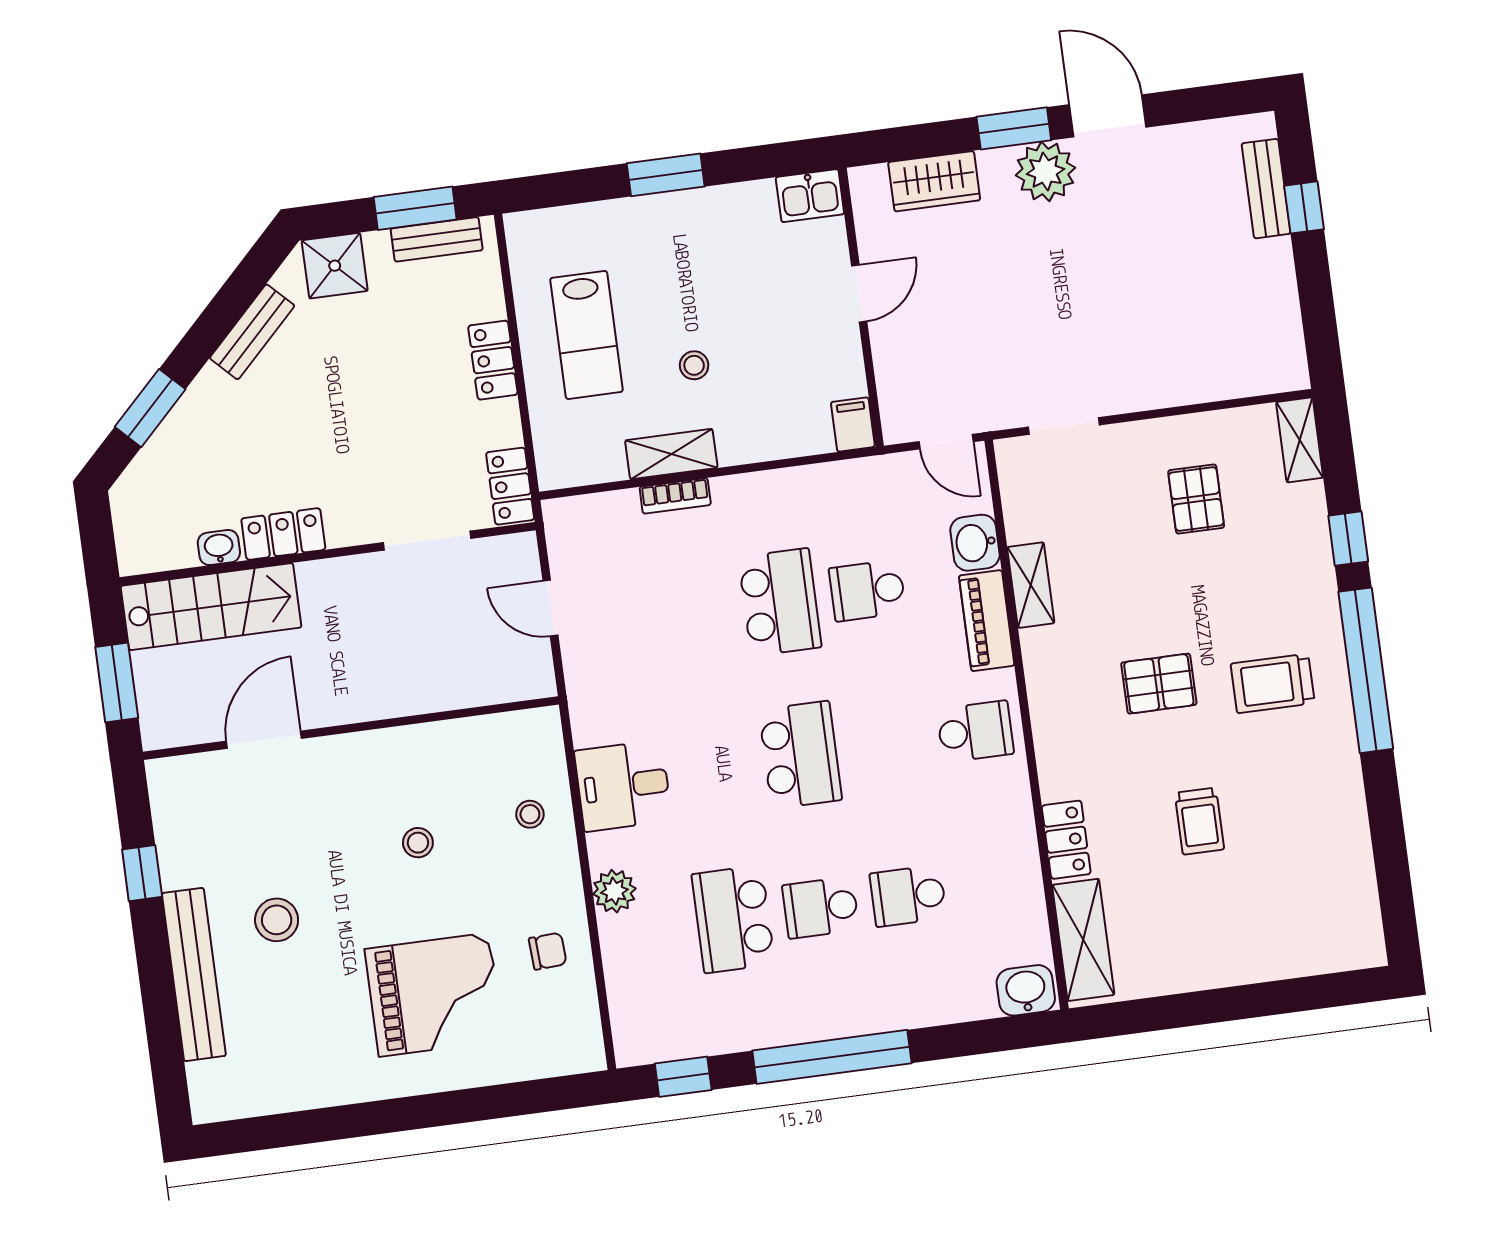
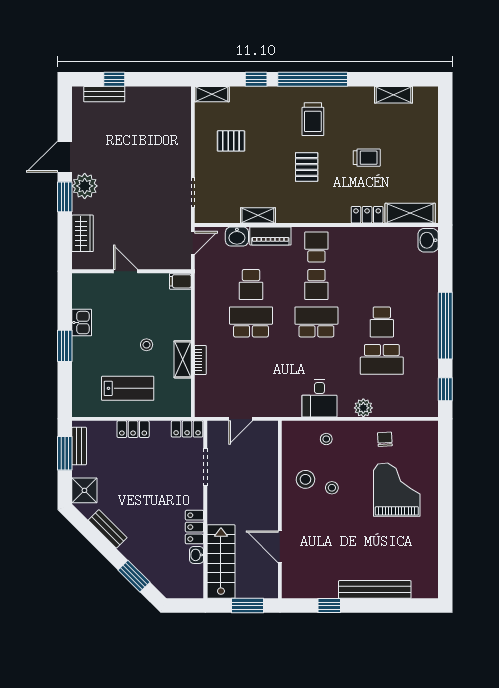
kitchen sink: (810, 196) -> (82, 323), moved
shelving: (1355, 864) -> (393, 95), added
school desk: (908, 896) -> (316, 284), moved
stool: (277, 920) -> (305, 479), moved

